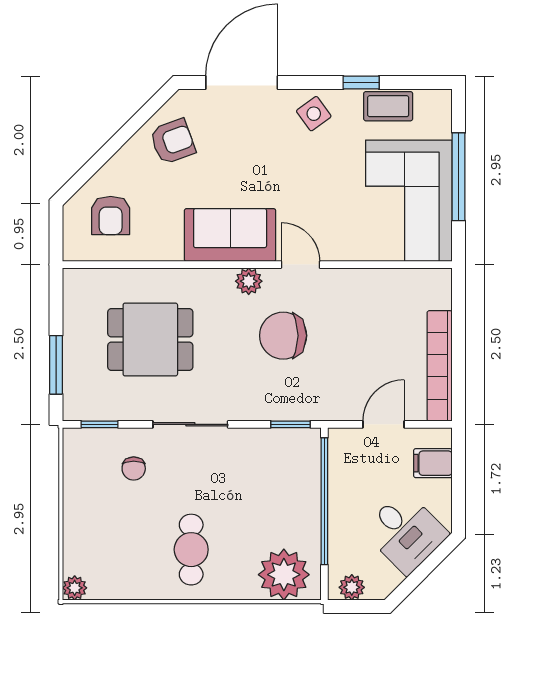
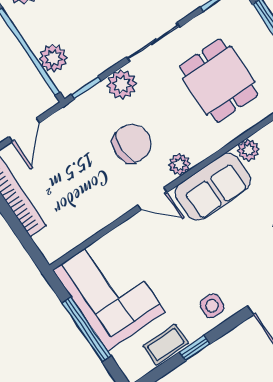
side table: (314, 114) -> (212, 306), turned 38
plant: (168, 248) -> (248, 150), added
dining table: (150, 339) -> (219, 81), turned 90
plant: (252, 403) -> (122, 85), added
plant: (304, 477) -> (53, 58), added

